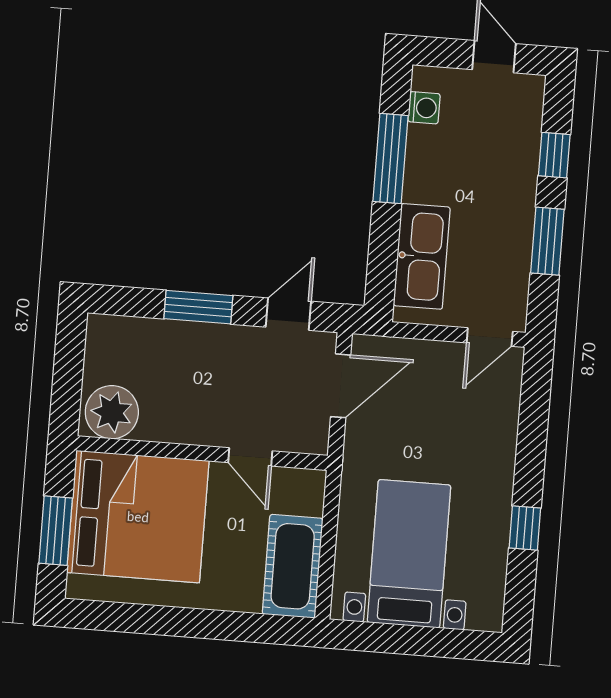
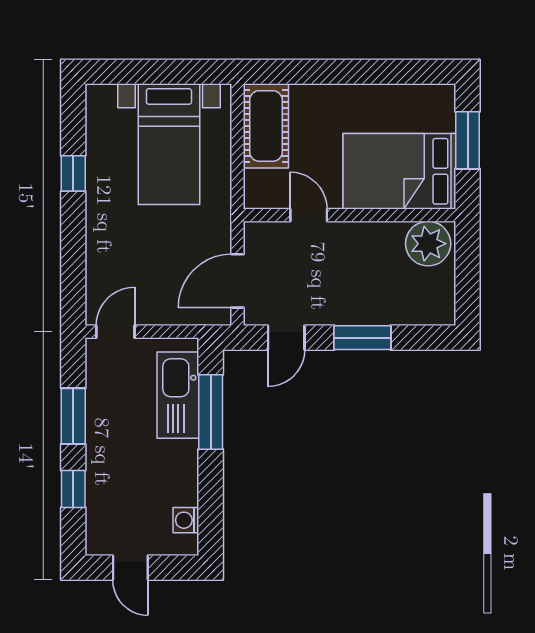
window: (391, 158) -> (211, 412), moved
bed: (138, 517) -> (399, 171), width x0.73

